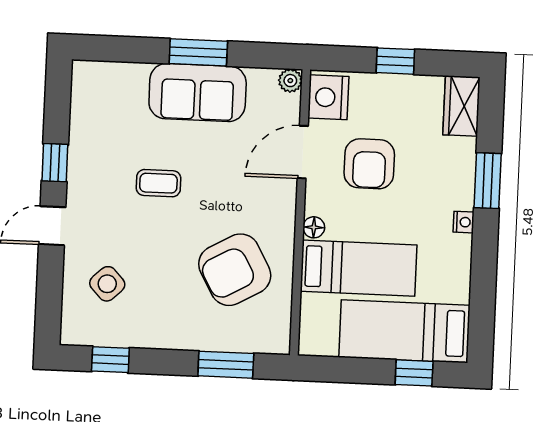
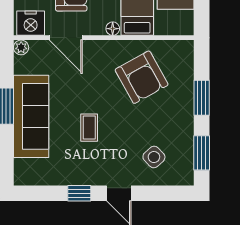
sofa: (198, 92) -> (31, 116), width x1.36
window: (110, 360) -> (202, 153), width x1.50
window: (226, 365) -> (202, 98), moved

